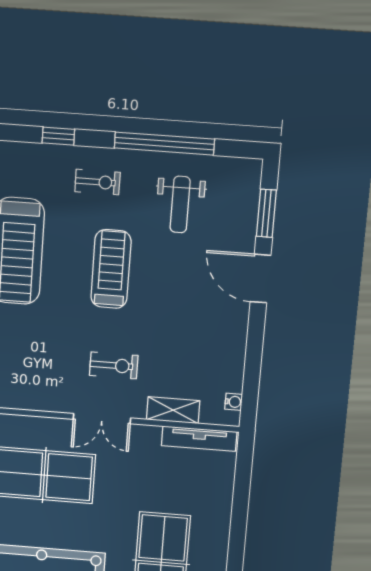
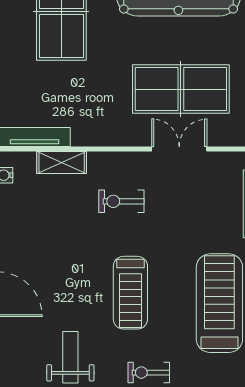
double door: (102, 419) -> (179, 149), moved

